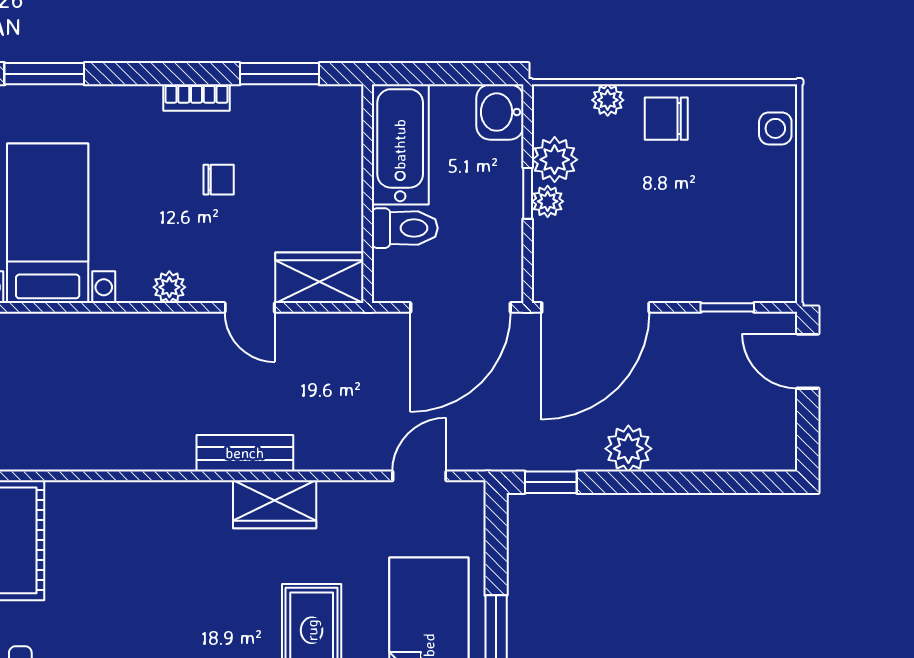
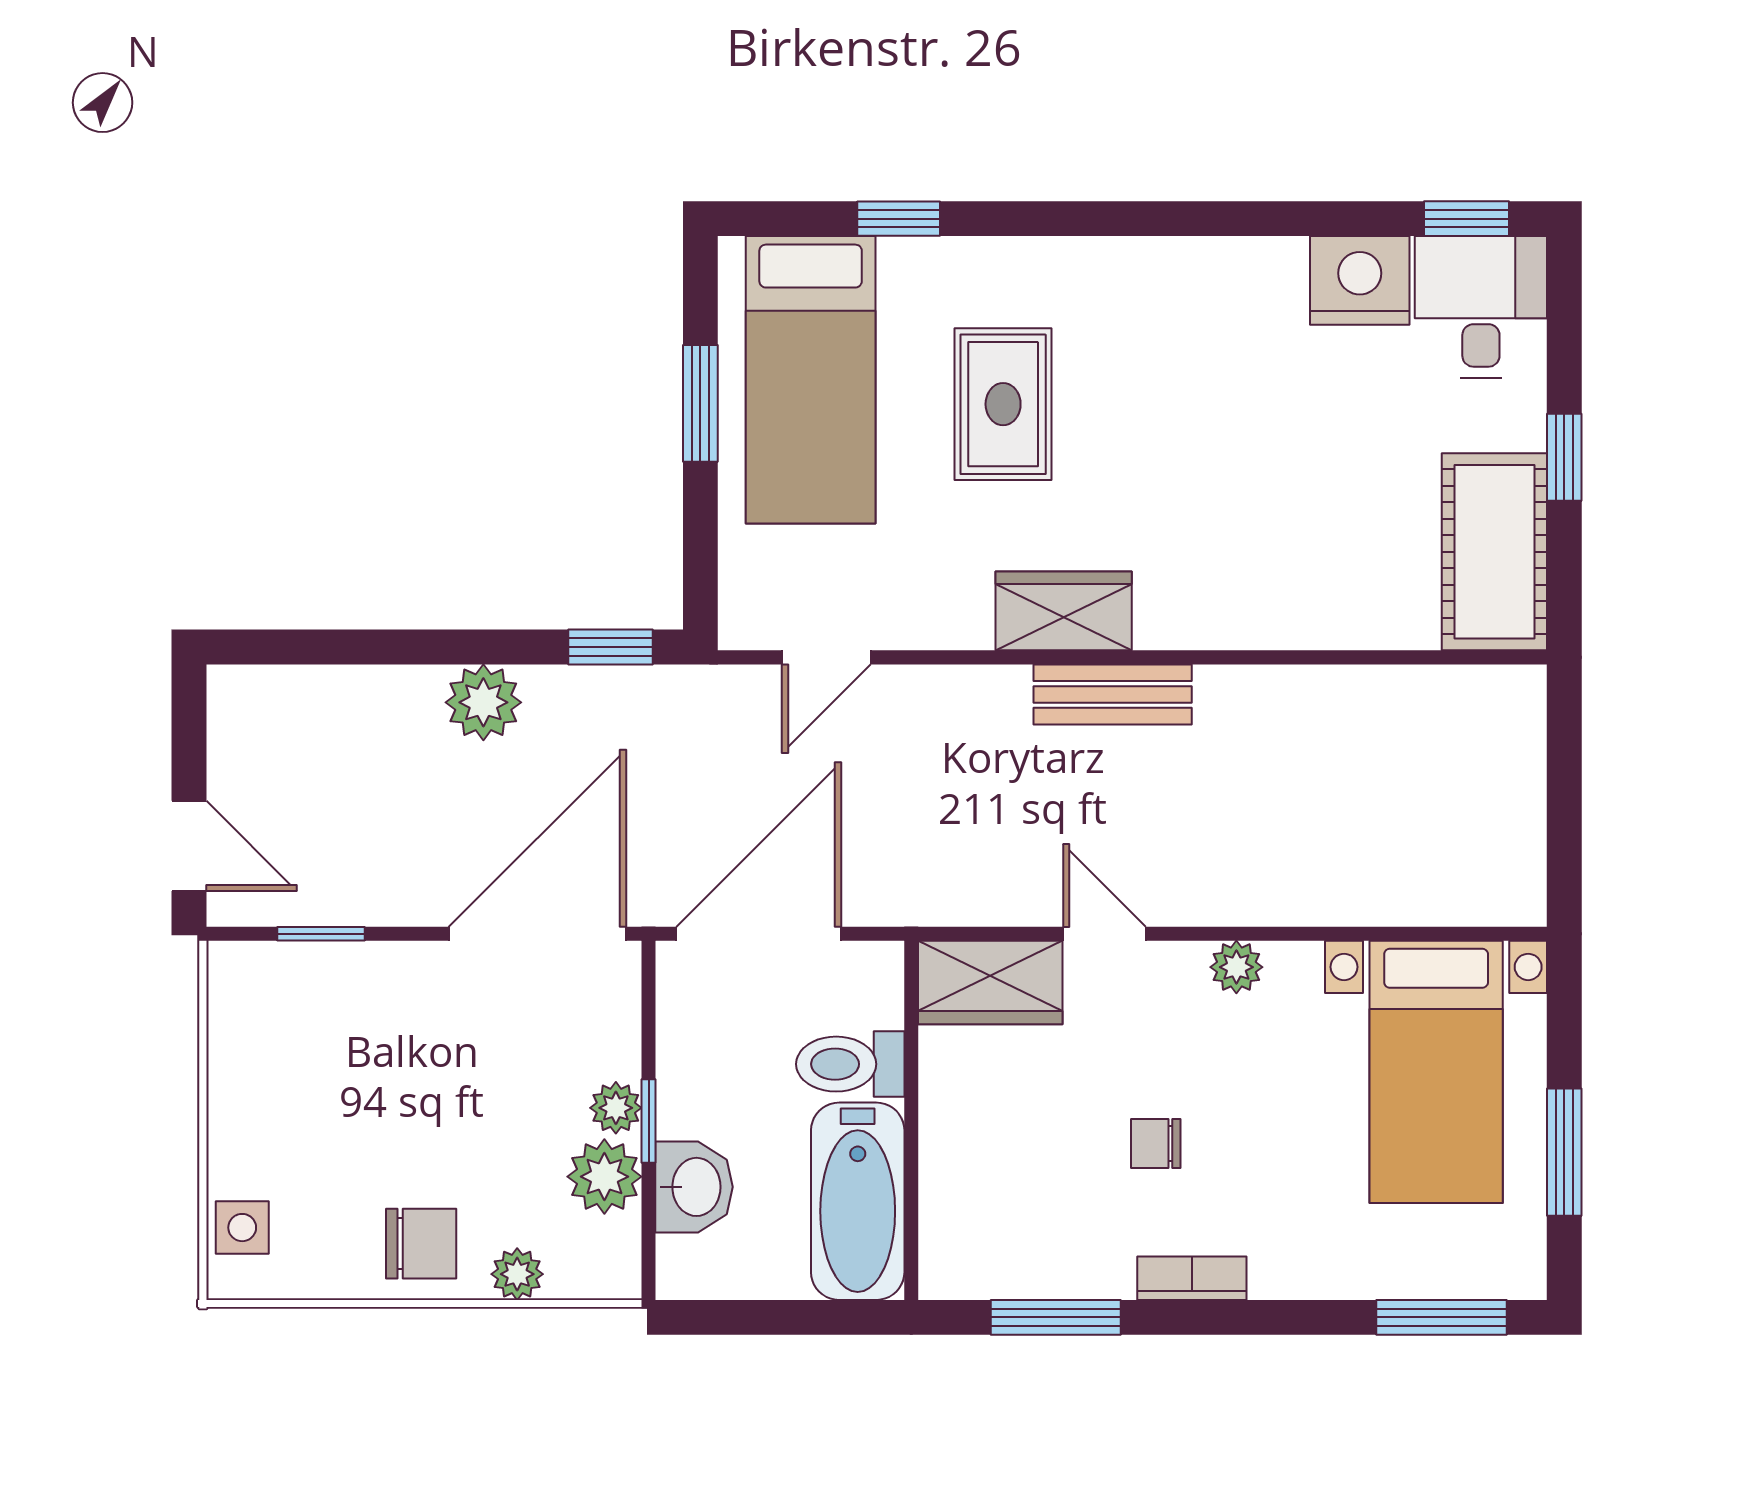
washbasin: (500, 112) -> (694, 1187), moved

